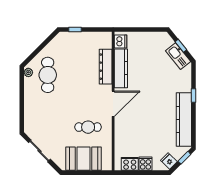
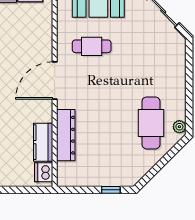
kitchen counter: (121, 68) -> (43, 142), width x0.67

